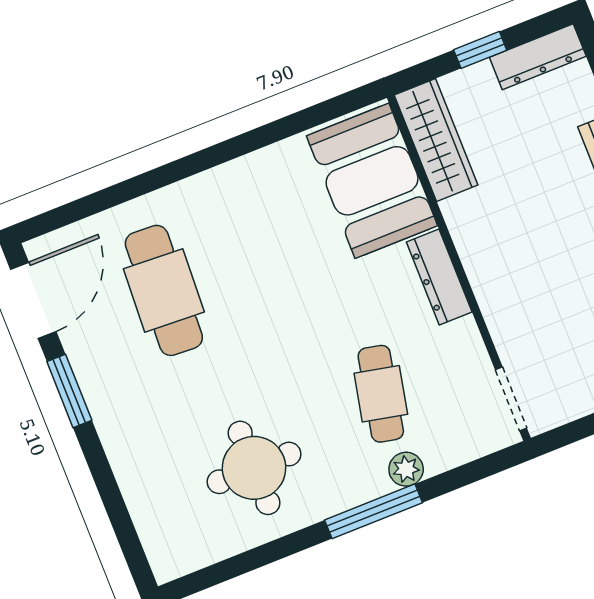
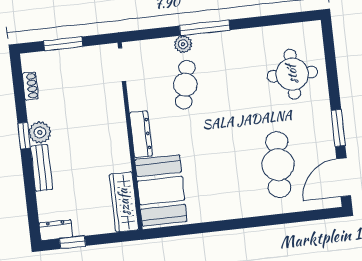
window: (480, 50) -> (73, 242), moved
dresser: (538, 57) -> (56, 230), width x0.70
round table: (254, 468) -> (292, 74), moved

